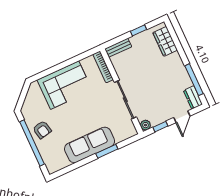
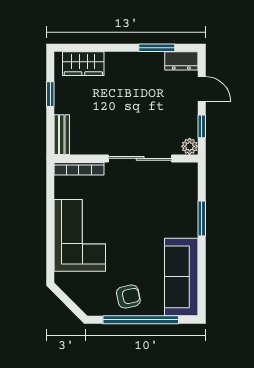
window: (194, 80) -> (157, 48), width x0.69
sofa: (90, 145) -> (181, 277), moved

